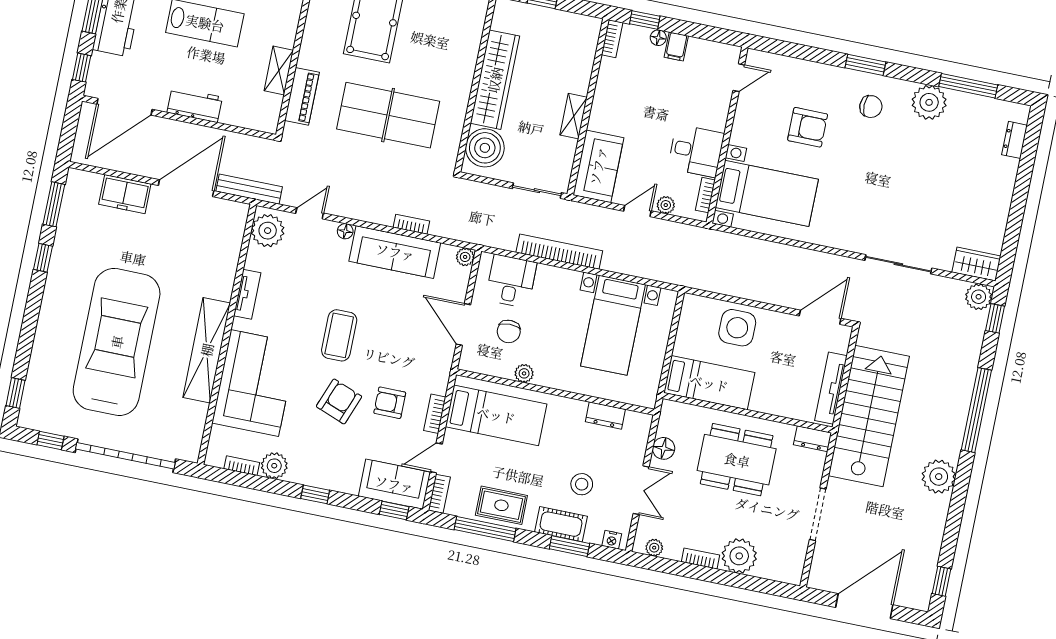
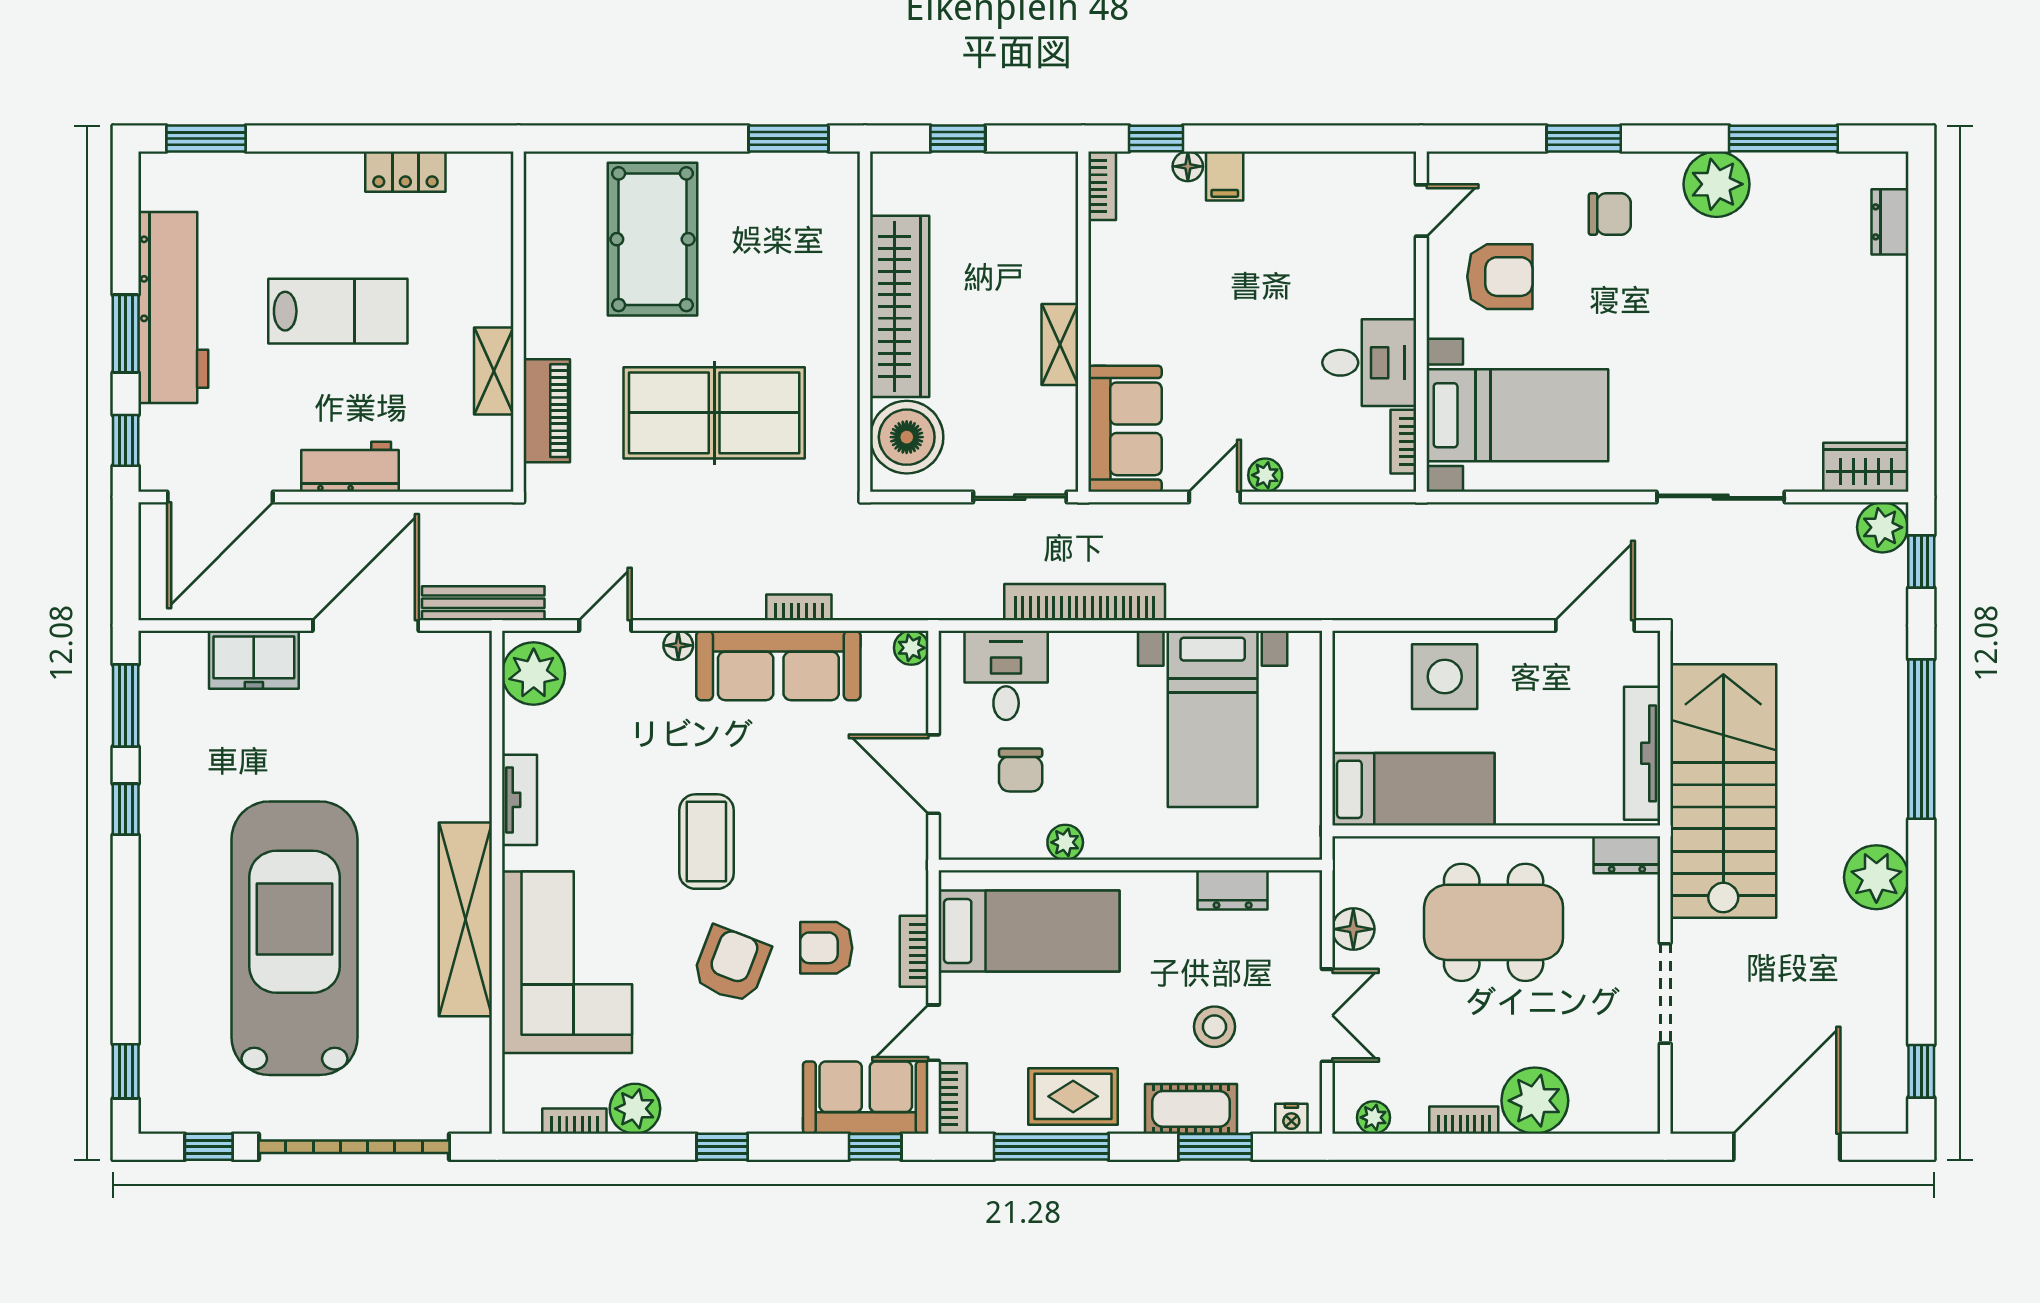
door: (739, 78) -> (1421, 210), moved
wall: (727, 135) -> (1421, 322), moved
desk: (696, 151) -> (1369, 363), moved
bed with nightstands: (767, 193) -> (1517, 415), moved
bookcase: (705, 195) -> (1403, 442), moved

